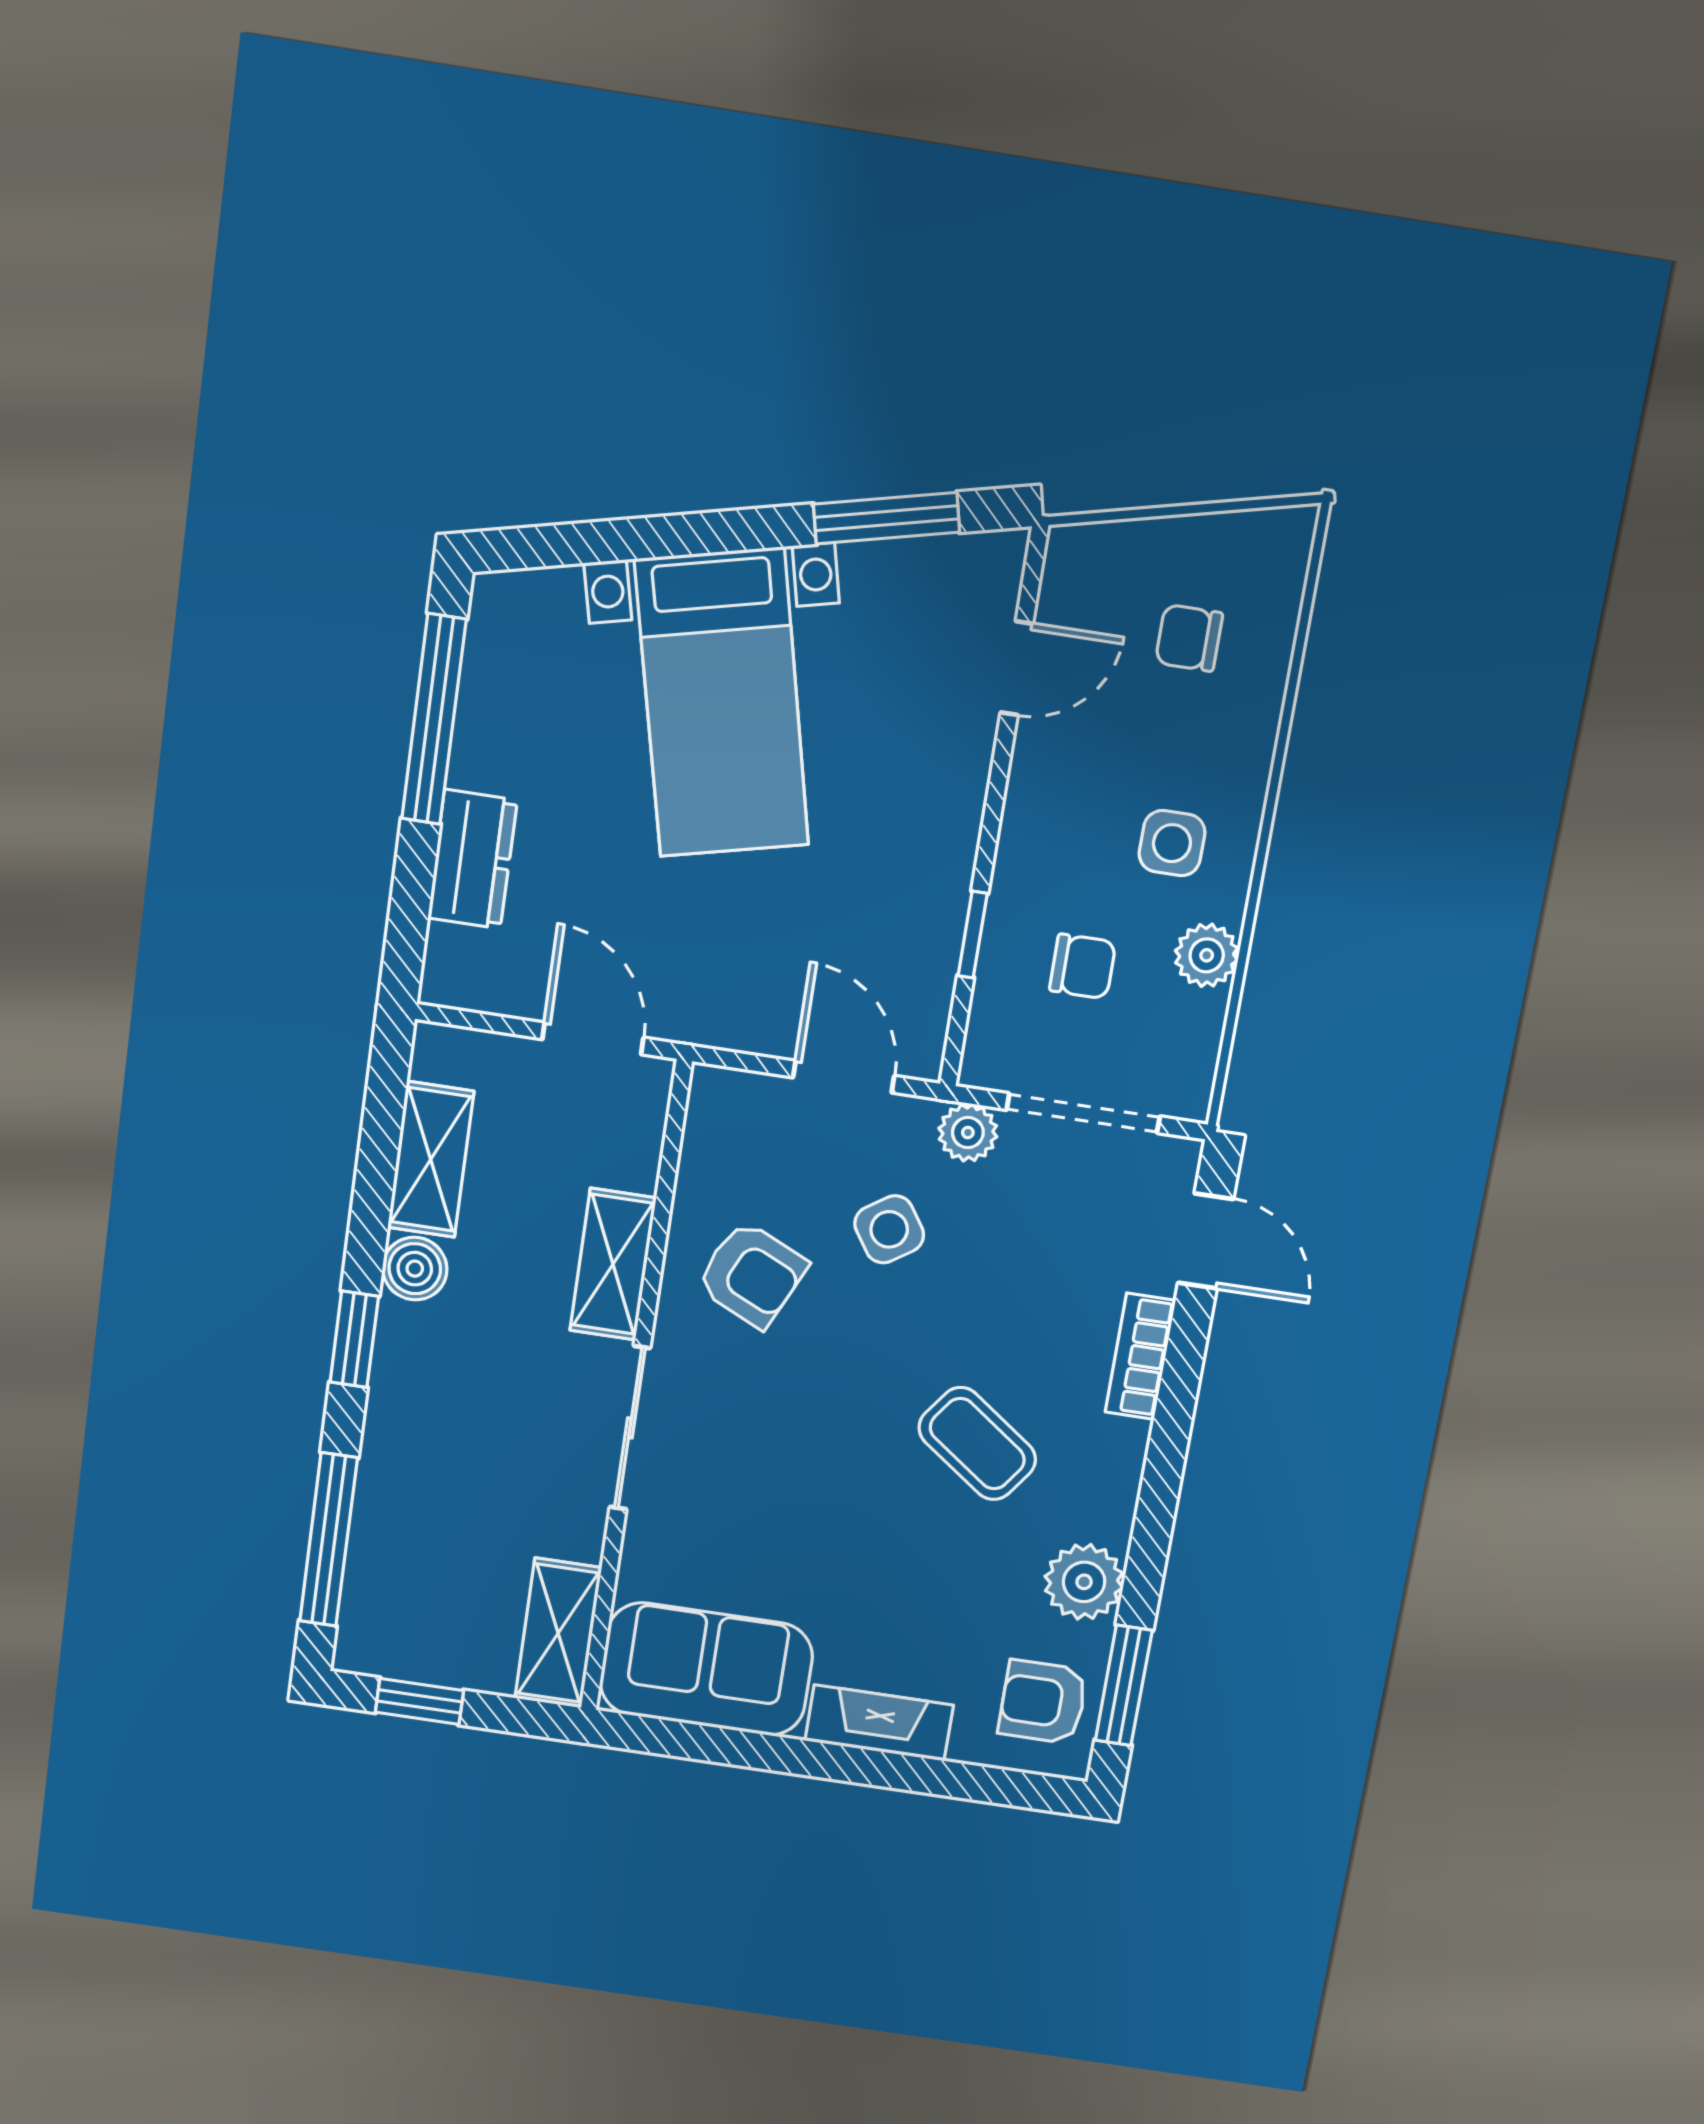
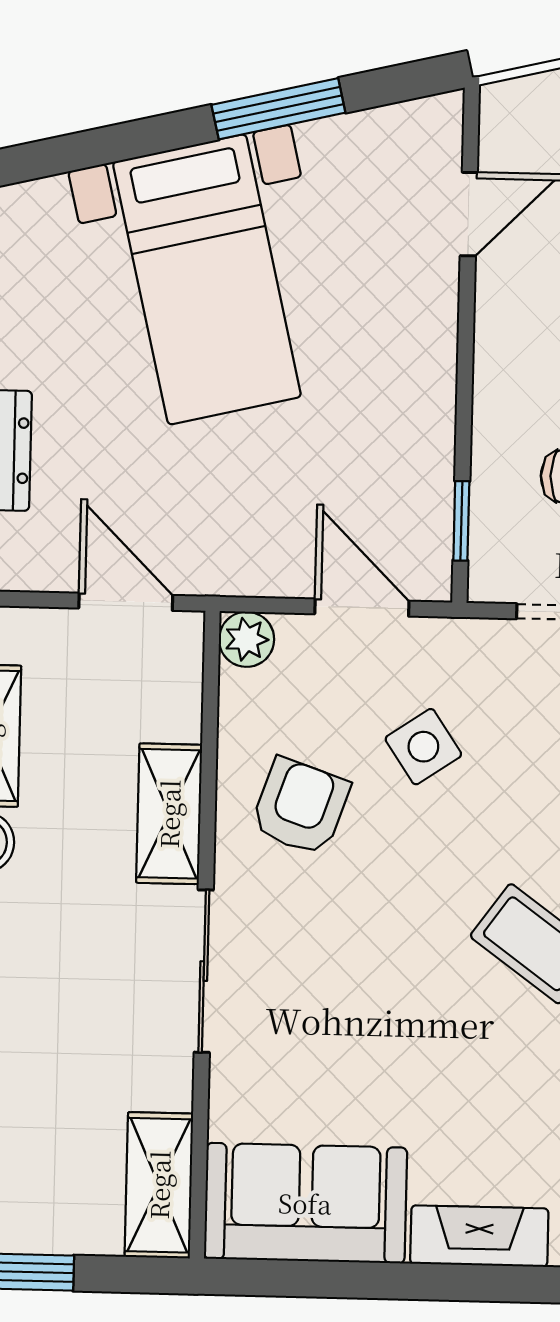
window: (887, 518) -> (278, 109), moved
window: (973, 935) -> (461, 521), moved
plant: (968, 1133) -> (247, 639), moved
armchair: (752, 1274) -> (300, 807), turned -96

